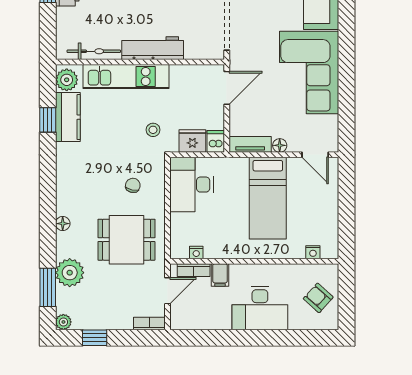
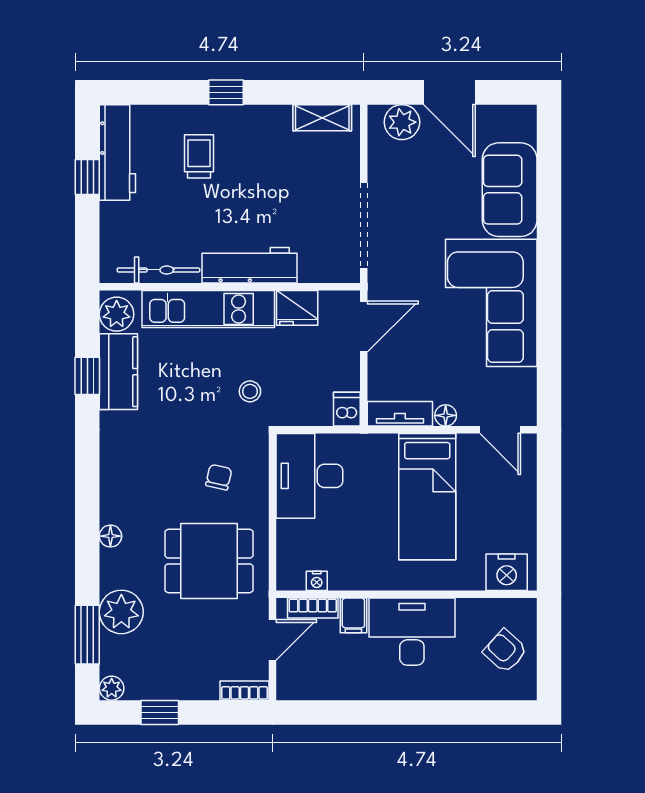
fridge: (192, 141) -> (297, 308), moved, turned 180
nightstand: (313, 252) -> (507, 572), width x1.89, depth x1.79
desk: (260, 308) -> (412, 632), moved, turned 180

